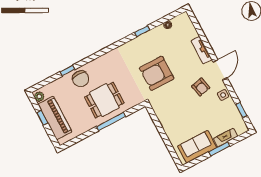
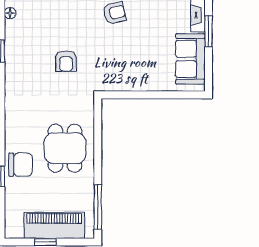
armchair: (157, 73) -> (66, 61), width x0.53, depth x0.53
plant: (39, 97) -> (15, 231), removed
window: (111, 122) -> (98, 207), moved

